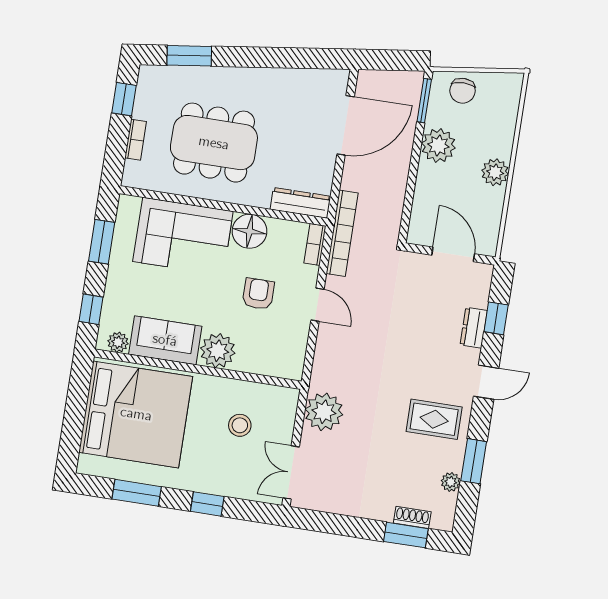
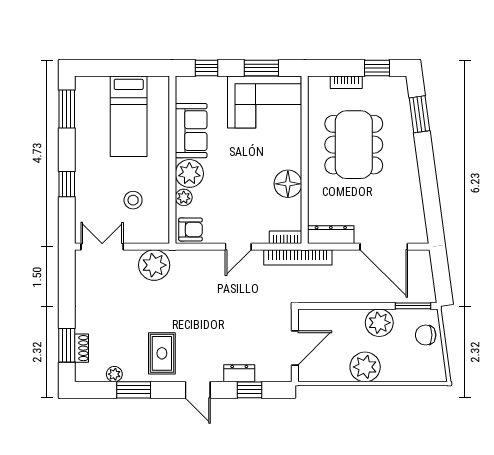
plant: (495, 172) -> (365, 367), width x1.36, depth x1.36
dresser: (300, 203) -> (331, 235), moved, turned -90
corner sofa: (183, 236) -> (264, 102), moved, turned -90
armchair: (258, 294) -> (191, 229), moved
plant: (118, 342) -> (184, 197), moved
bed: (136, 414) -> (129, 116), width x0.49
window: (137, 493) -> (67, 109), moved

